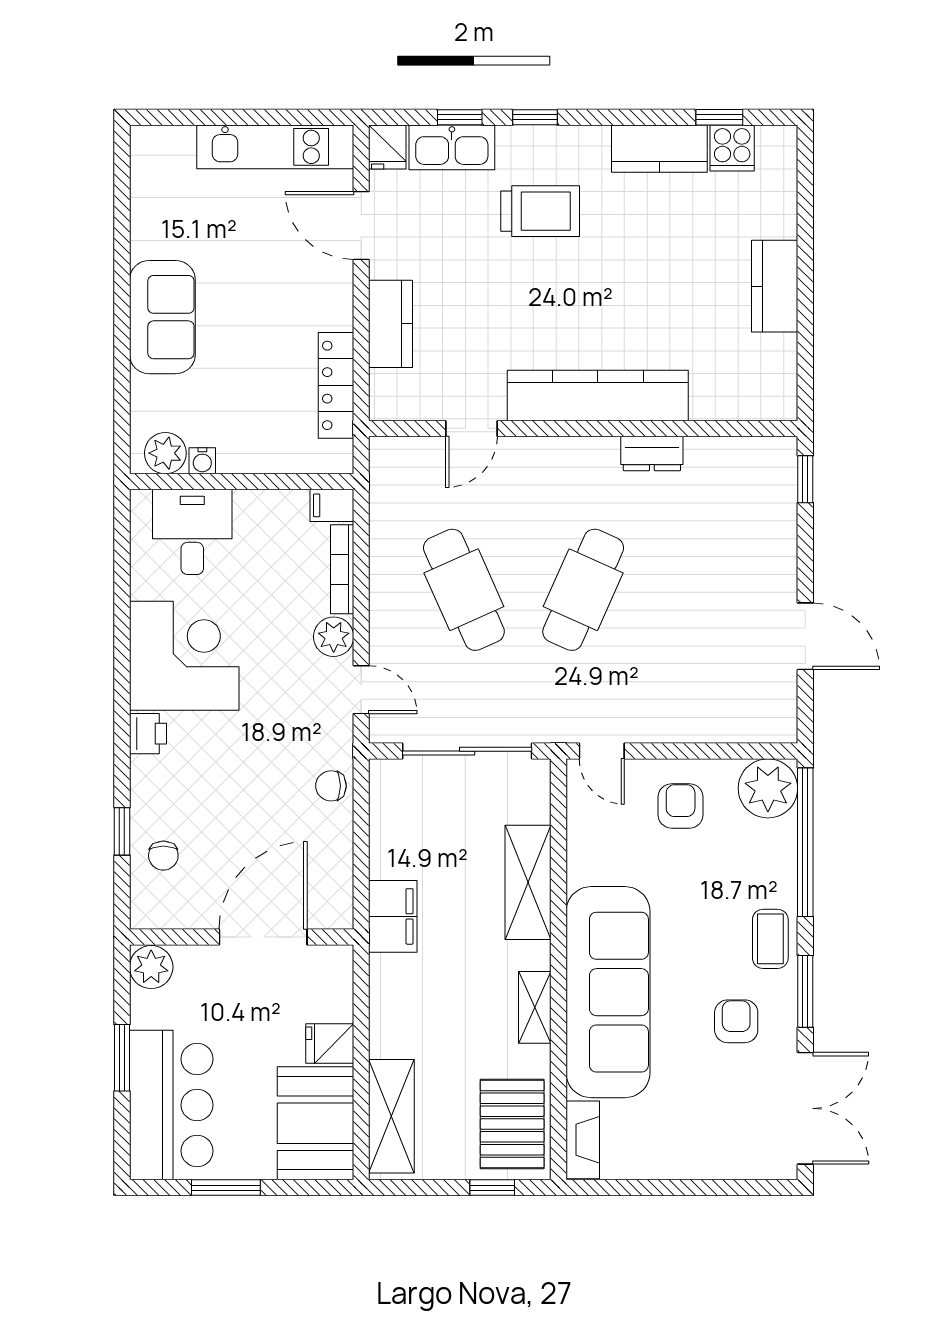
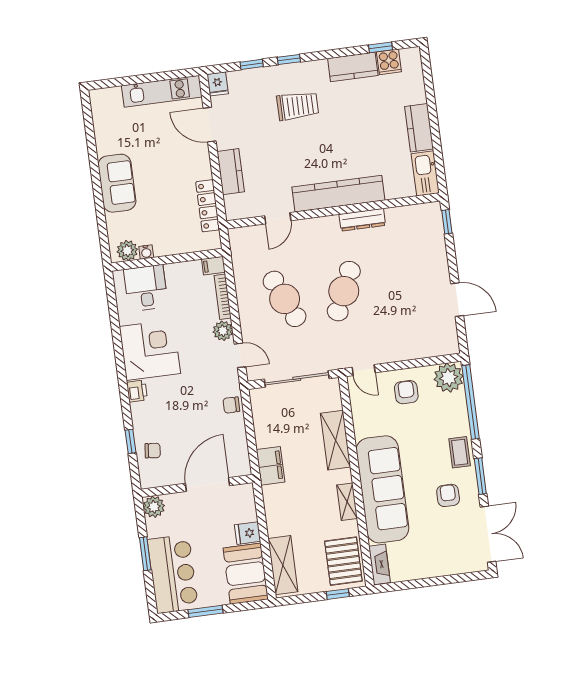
kitchen sink: (452, 147) -> (425, 173), moved, turned 90
dresser: (652, 453) -> (362, 220), width x1.44
chair: (163, 856) -> (153, 451), turned -84

